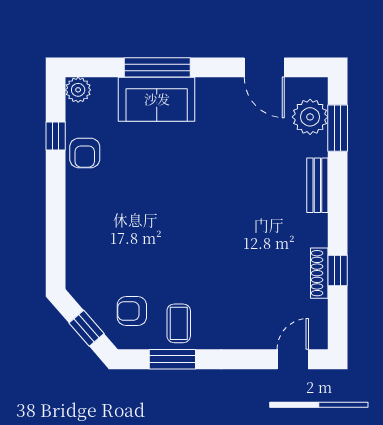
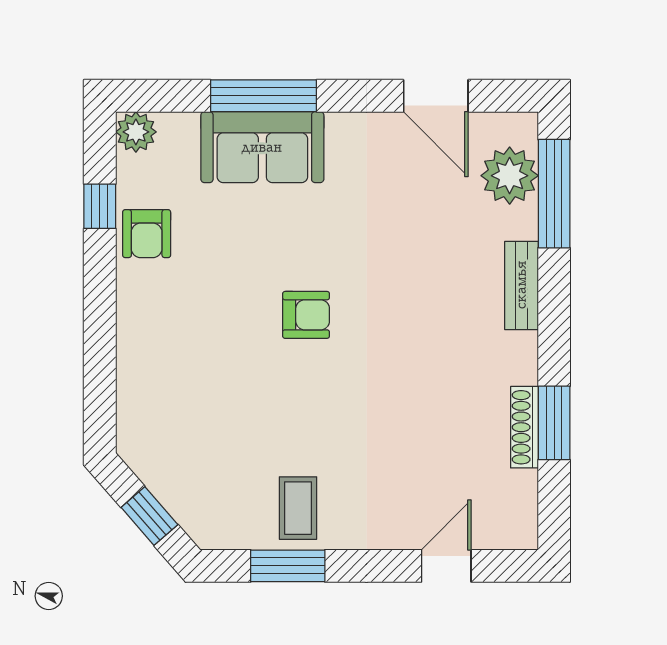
window: (338, 128) -> (554, 194), width x1.44
window: (338, 270) -> (554, 423), width x1.50
armchair: (132, 311) -> (306, 315), moved, turned 180
door: (293, 359) -> (446, 566), moved

